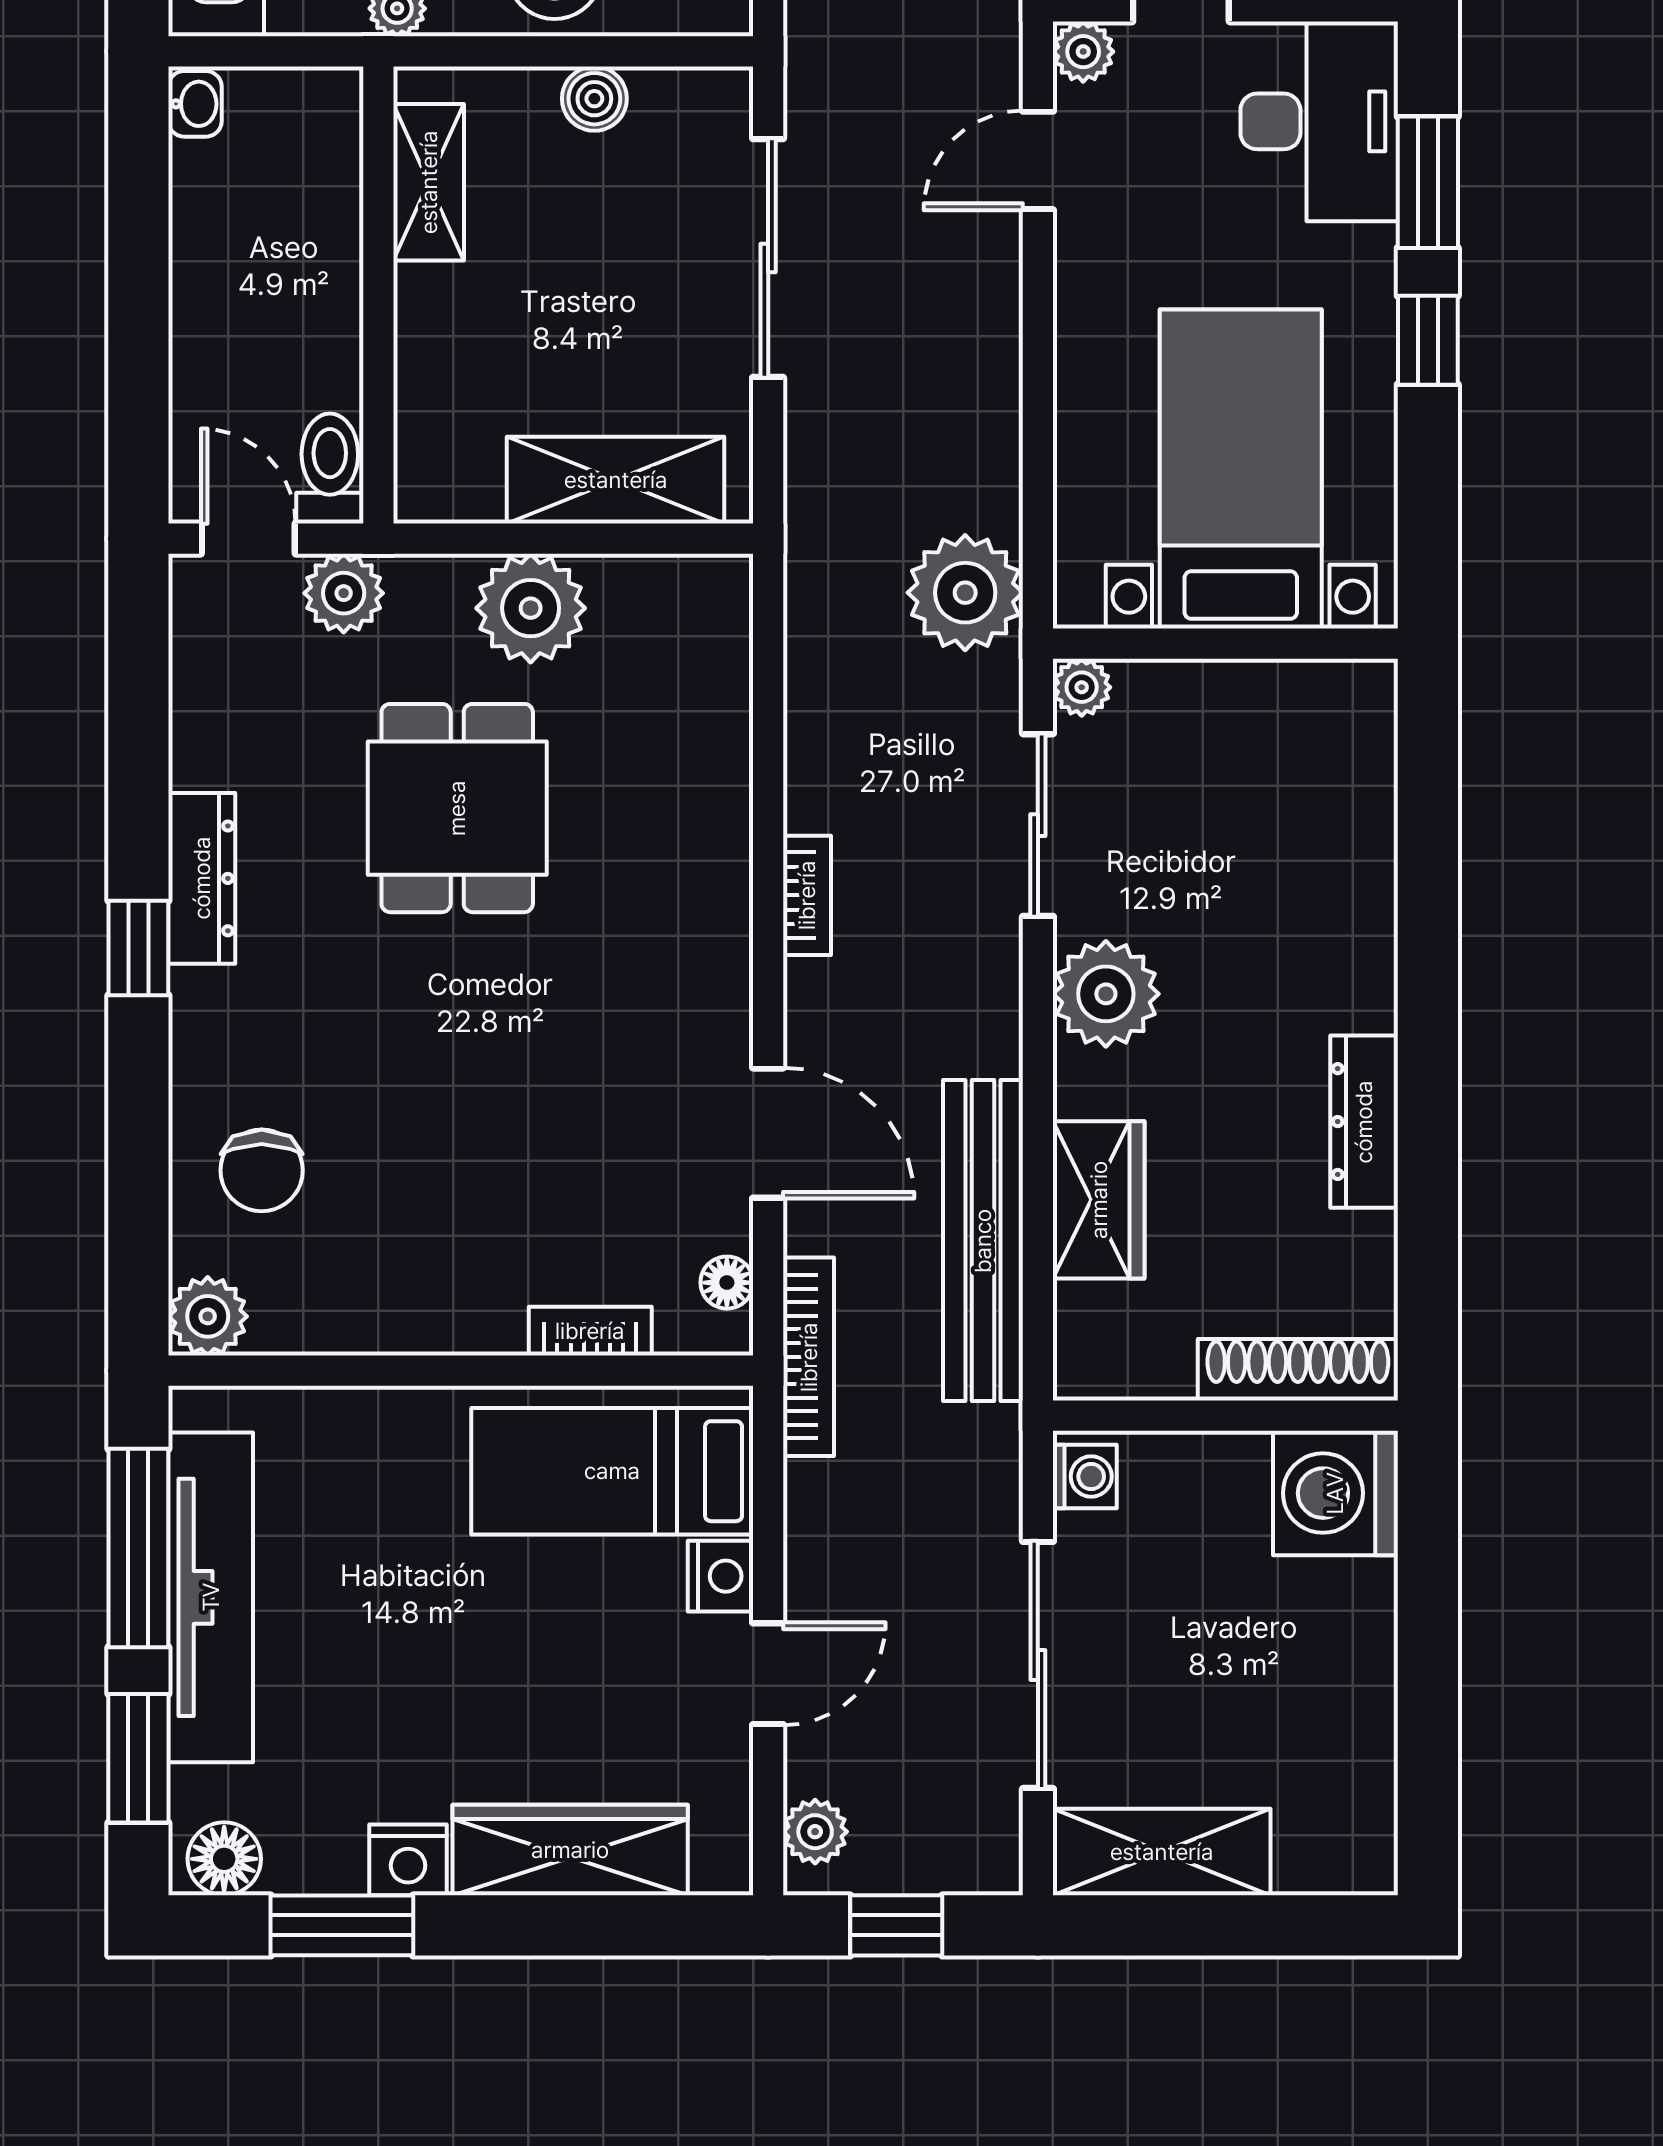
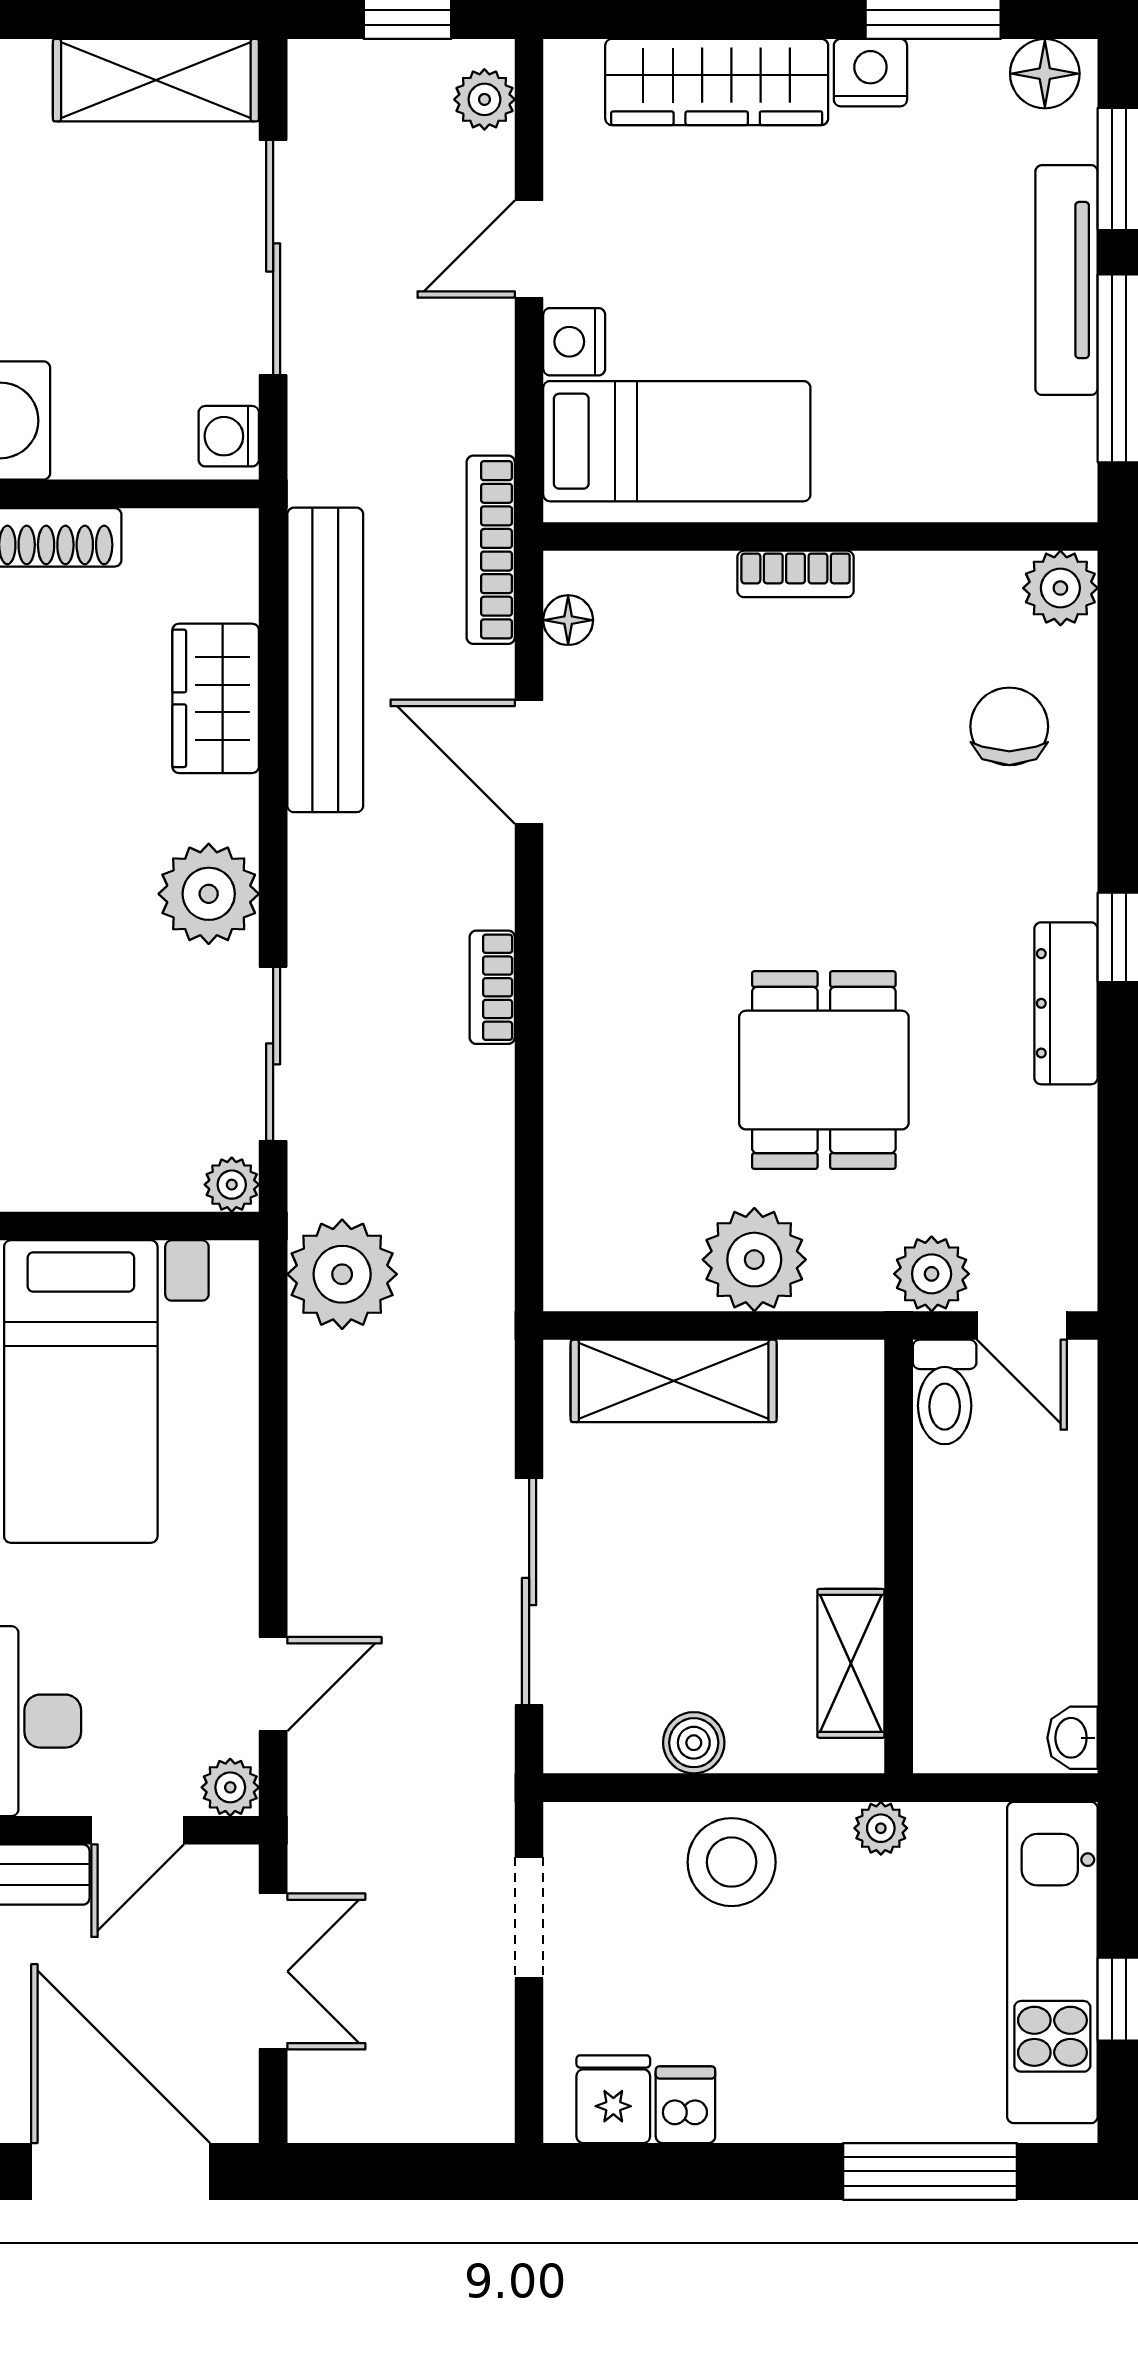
bookcase: (590, 1331) -> (796, 574), moved
tv unit: (211, 1597) -> (1067, 280), width x0.73, depth x0.78

